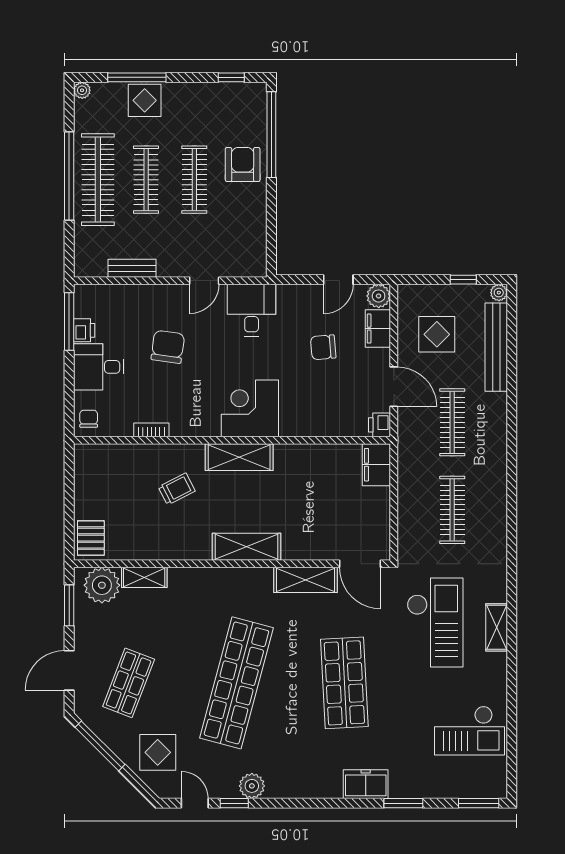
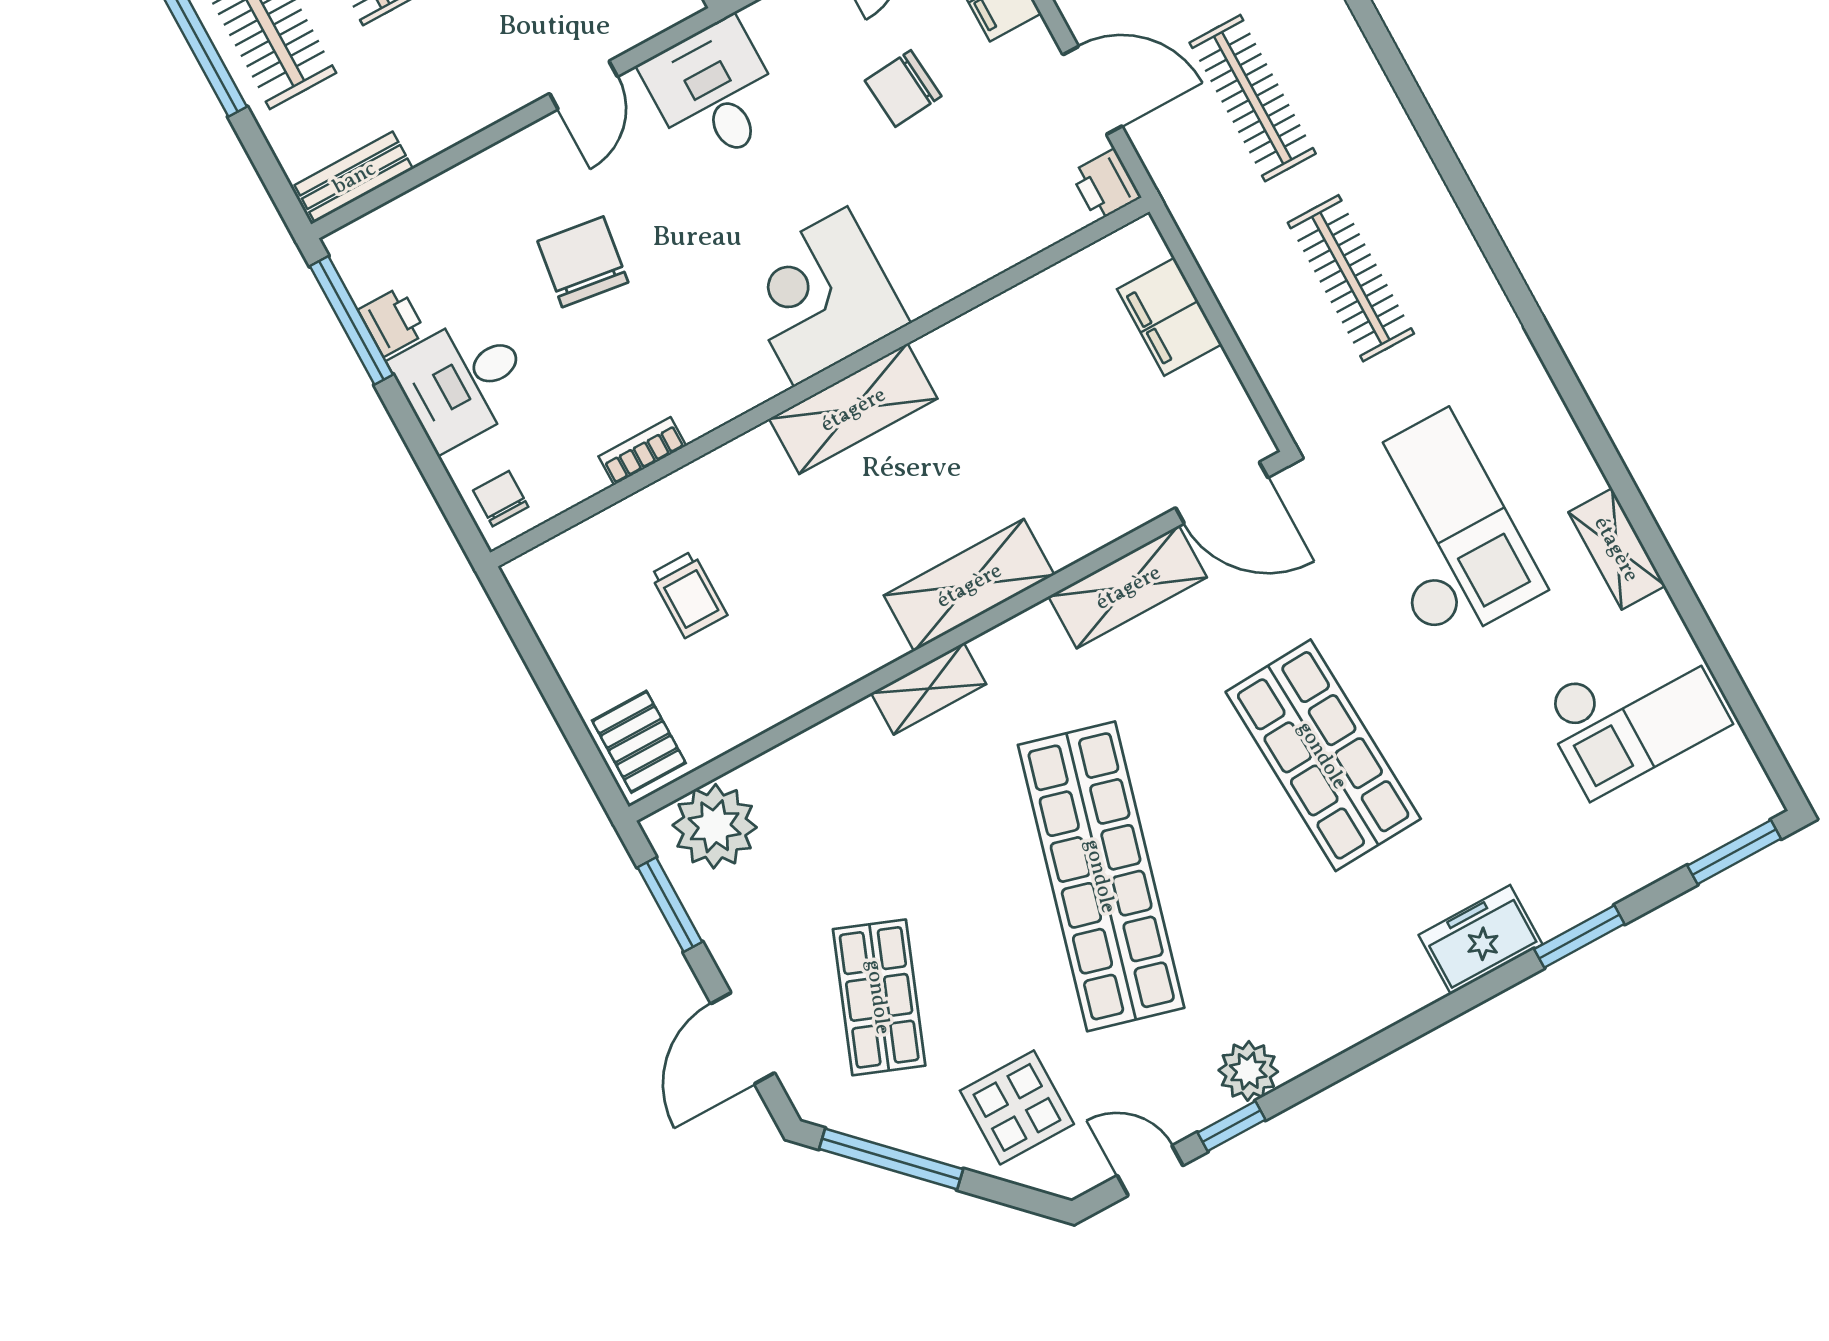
bench: (132, 268) -> (354, 177), moved
filing cabinet: (376, 465) -> (1169, 317), moved
trolley: (177, 489) -> (689, 594), moved, turned 117
shelving: (144, 577) -> (929, 689), moved
shelving: (497, 627) -> (1617, 549), moved

